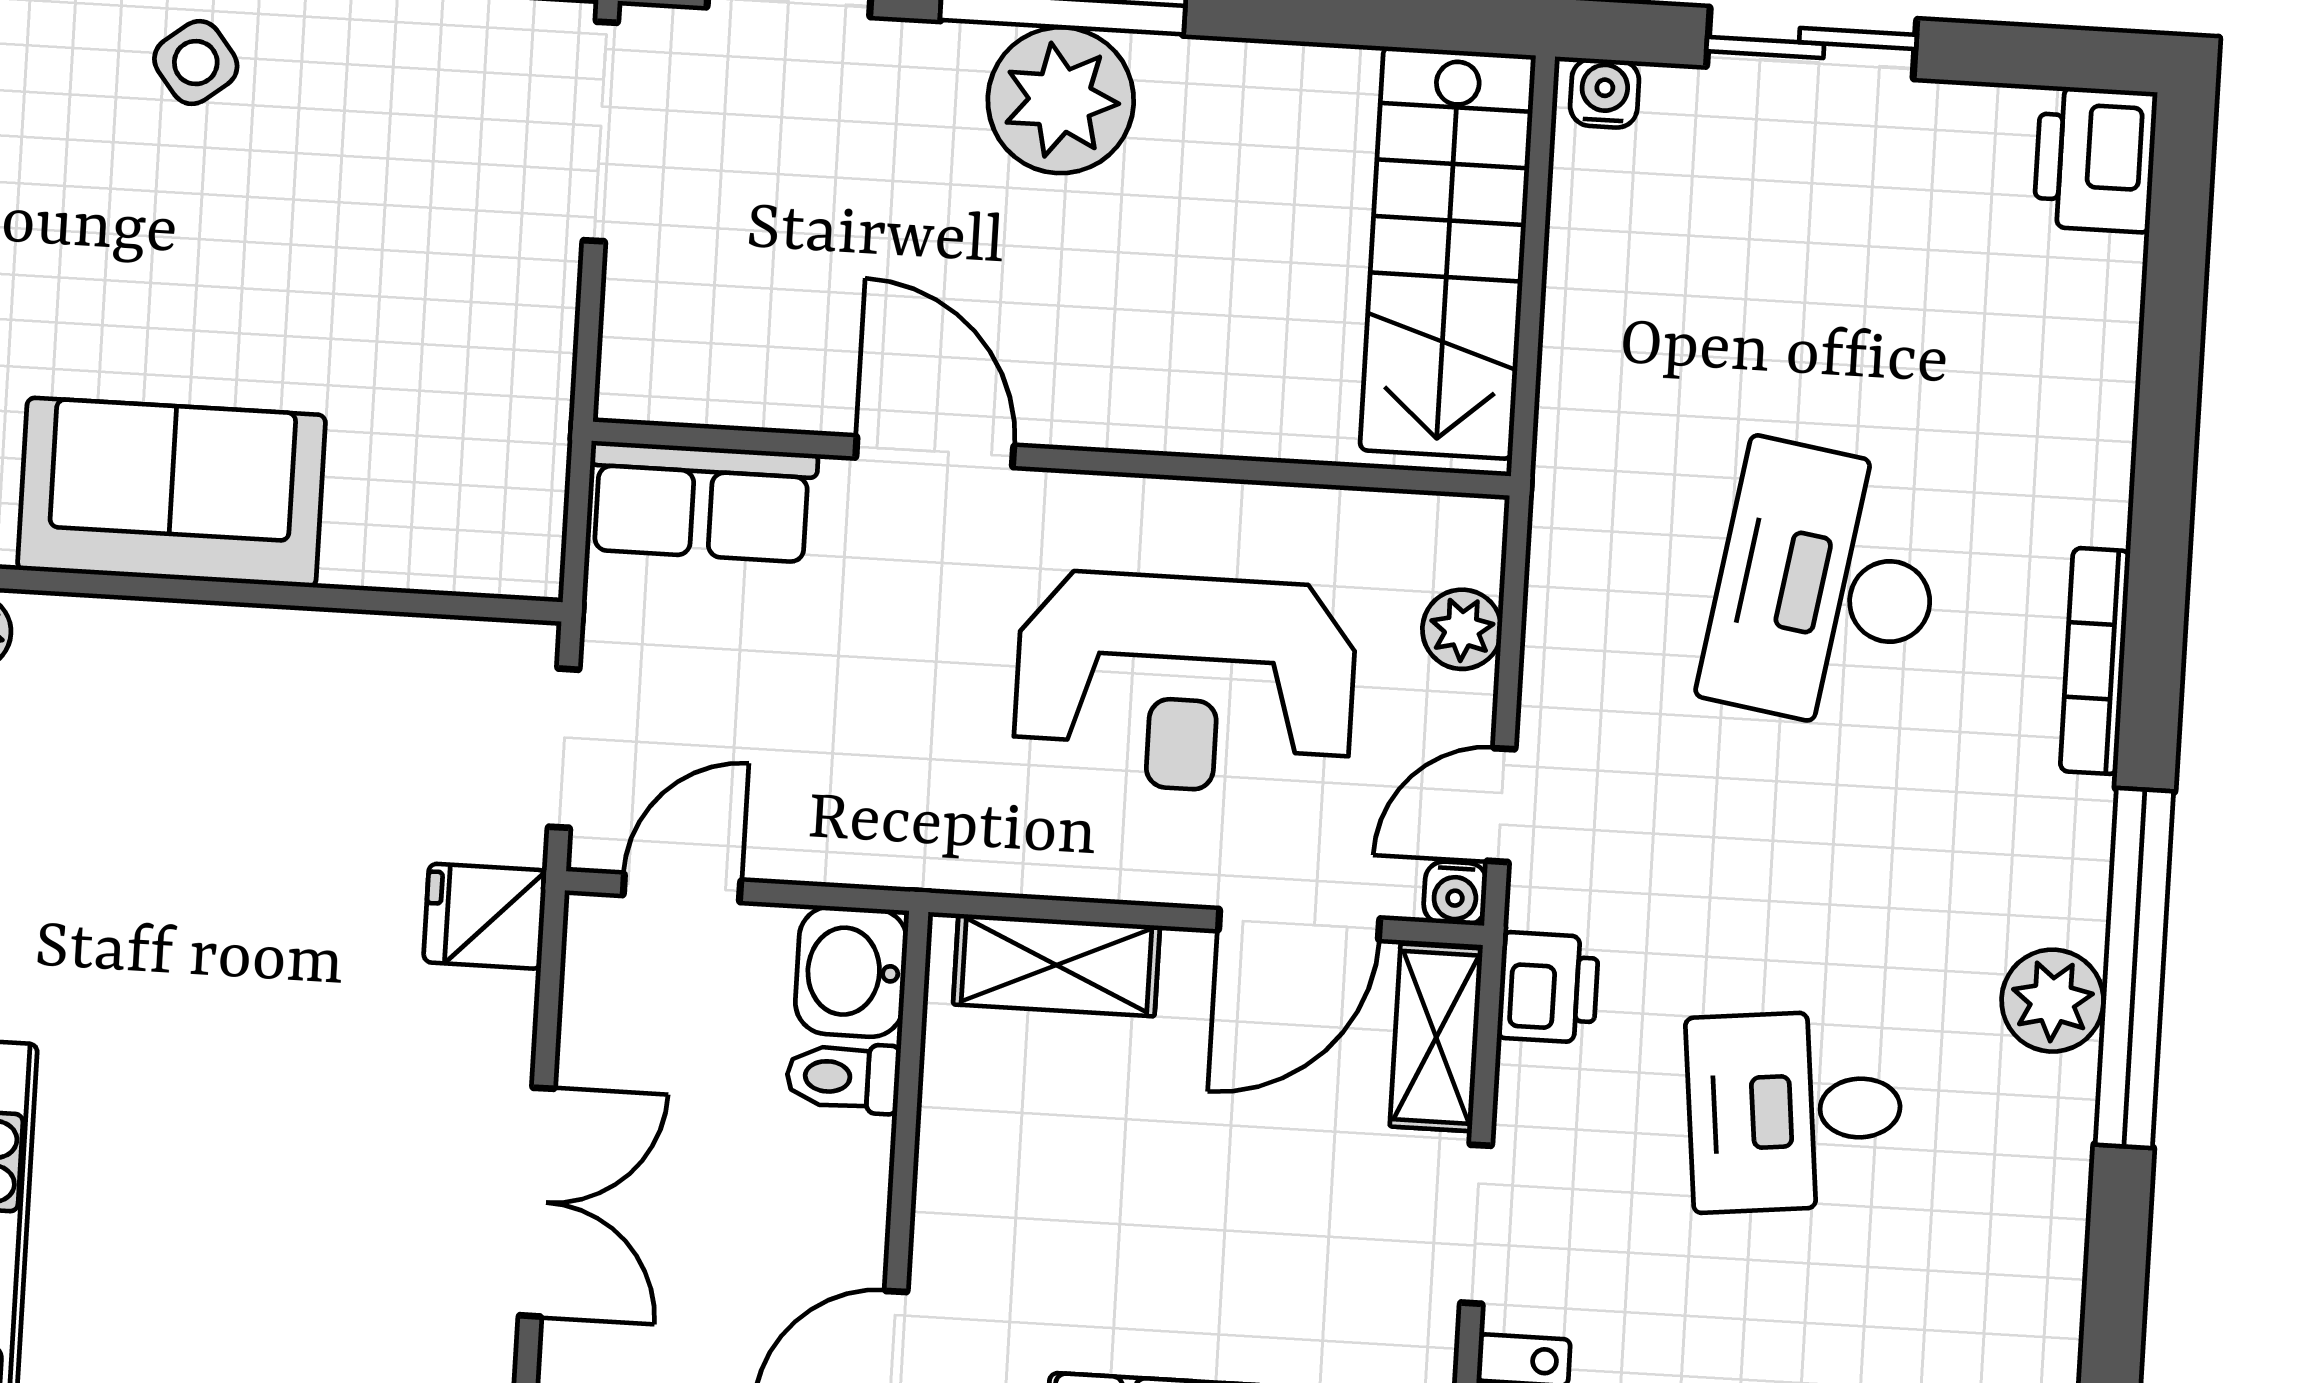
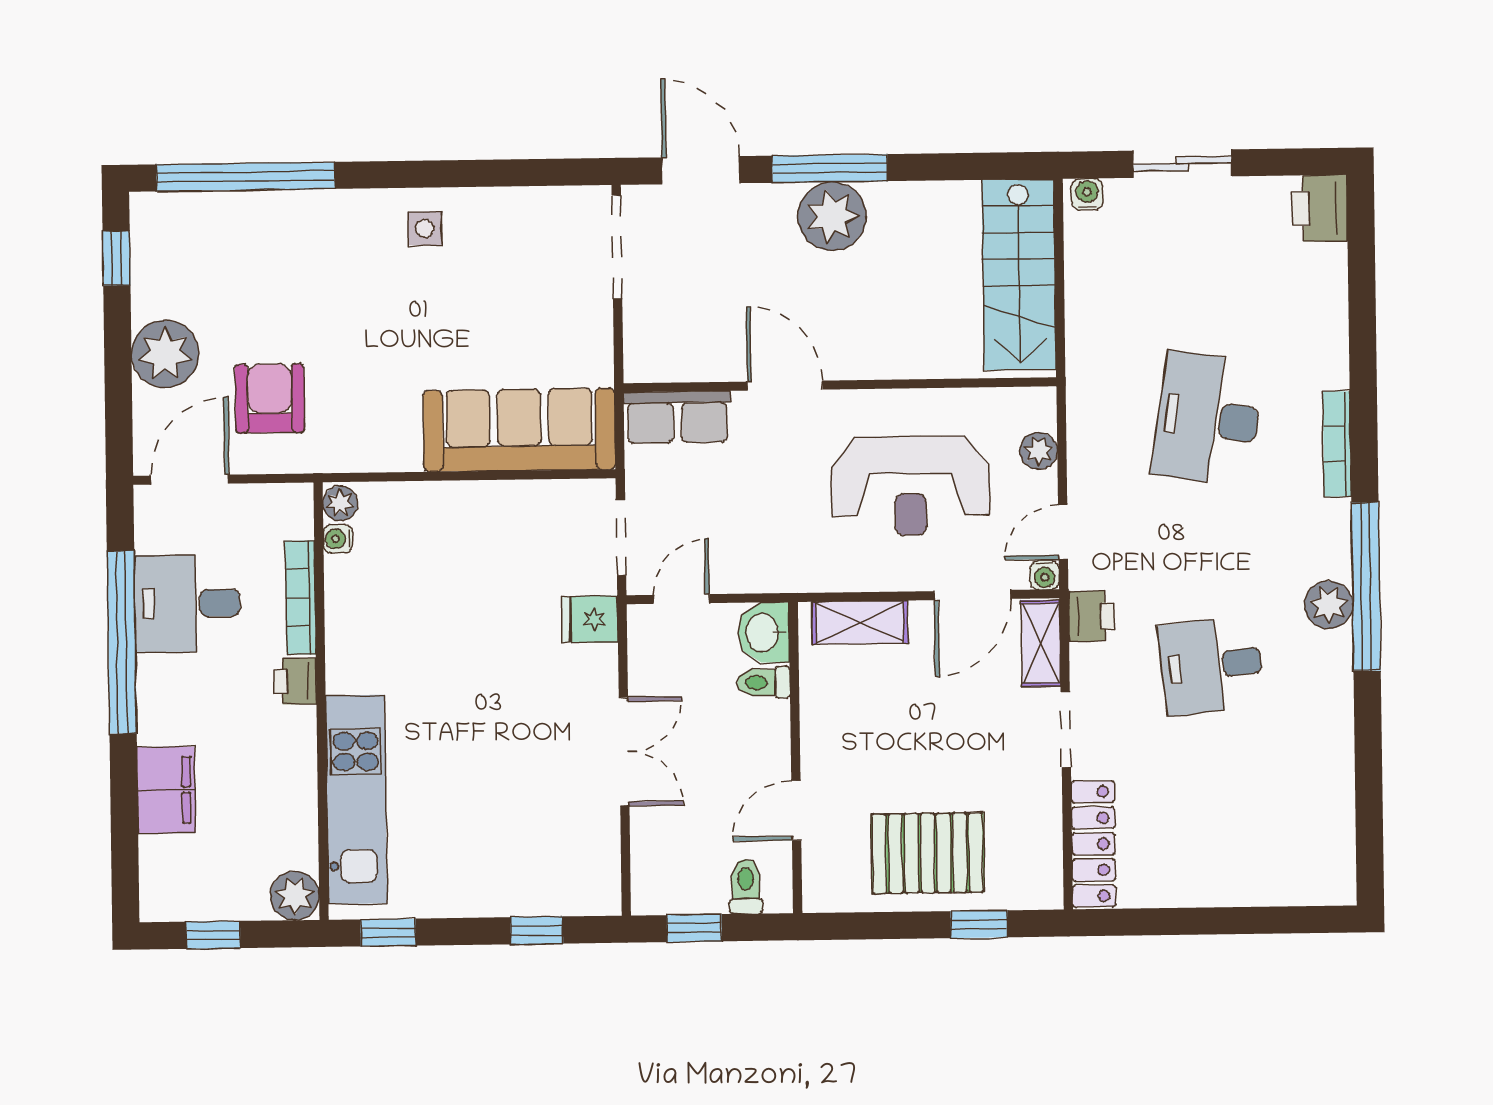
side table: (196, 63) -> (425, 228), turned 38
sofa: (171, 492) -> (519, 430), moved, width x1.36

